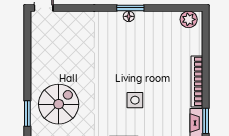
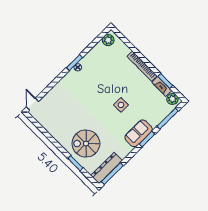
spiral stairs: (59, 104) -> (86, 144), turned -90

